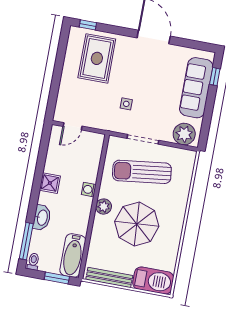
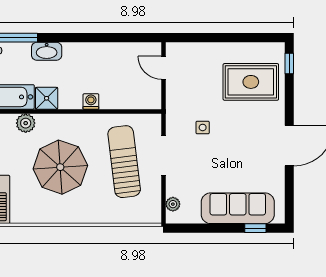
plant: (184, 134) -> (173, 204), width x0.53, depth x0.53
shower: (50, 183) -> (47, 98), moved
plant: (104, 207) -> (26, 123), moved

